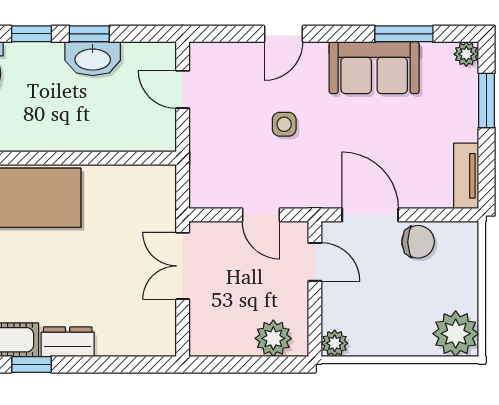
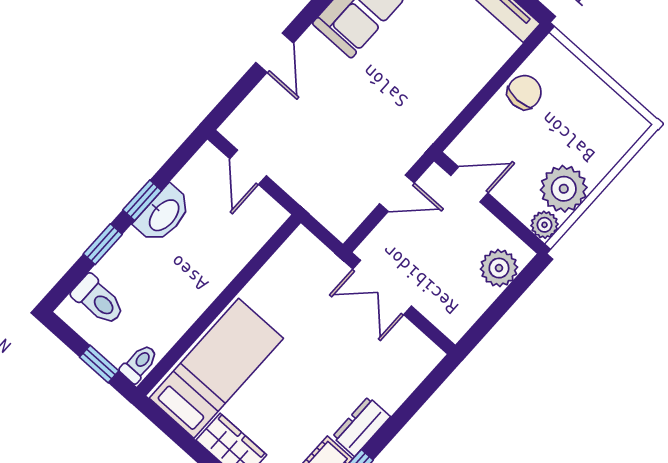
door: (183, 89) -> (248, 167), hinge flipped
side table: (284, 124) -> (344, 114), removed
door: (370, 215) -> (471, 110), removed
plant: (456, 334) -> (564, 189), moved

